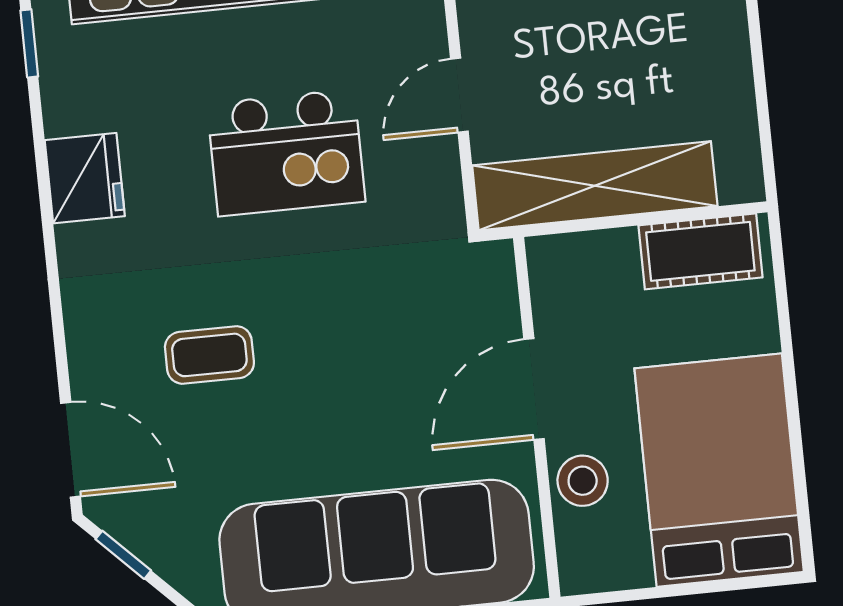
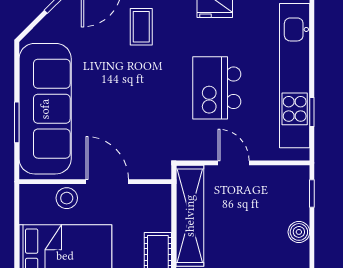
coffee table: (209, 355) -> (141, 27), moved

